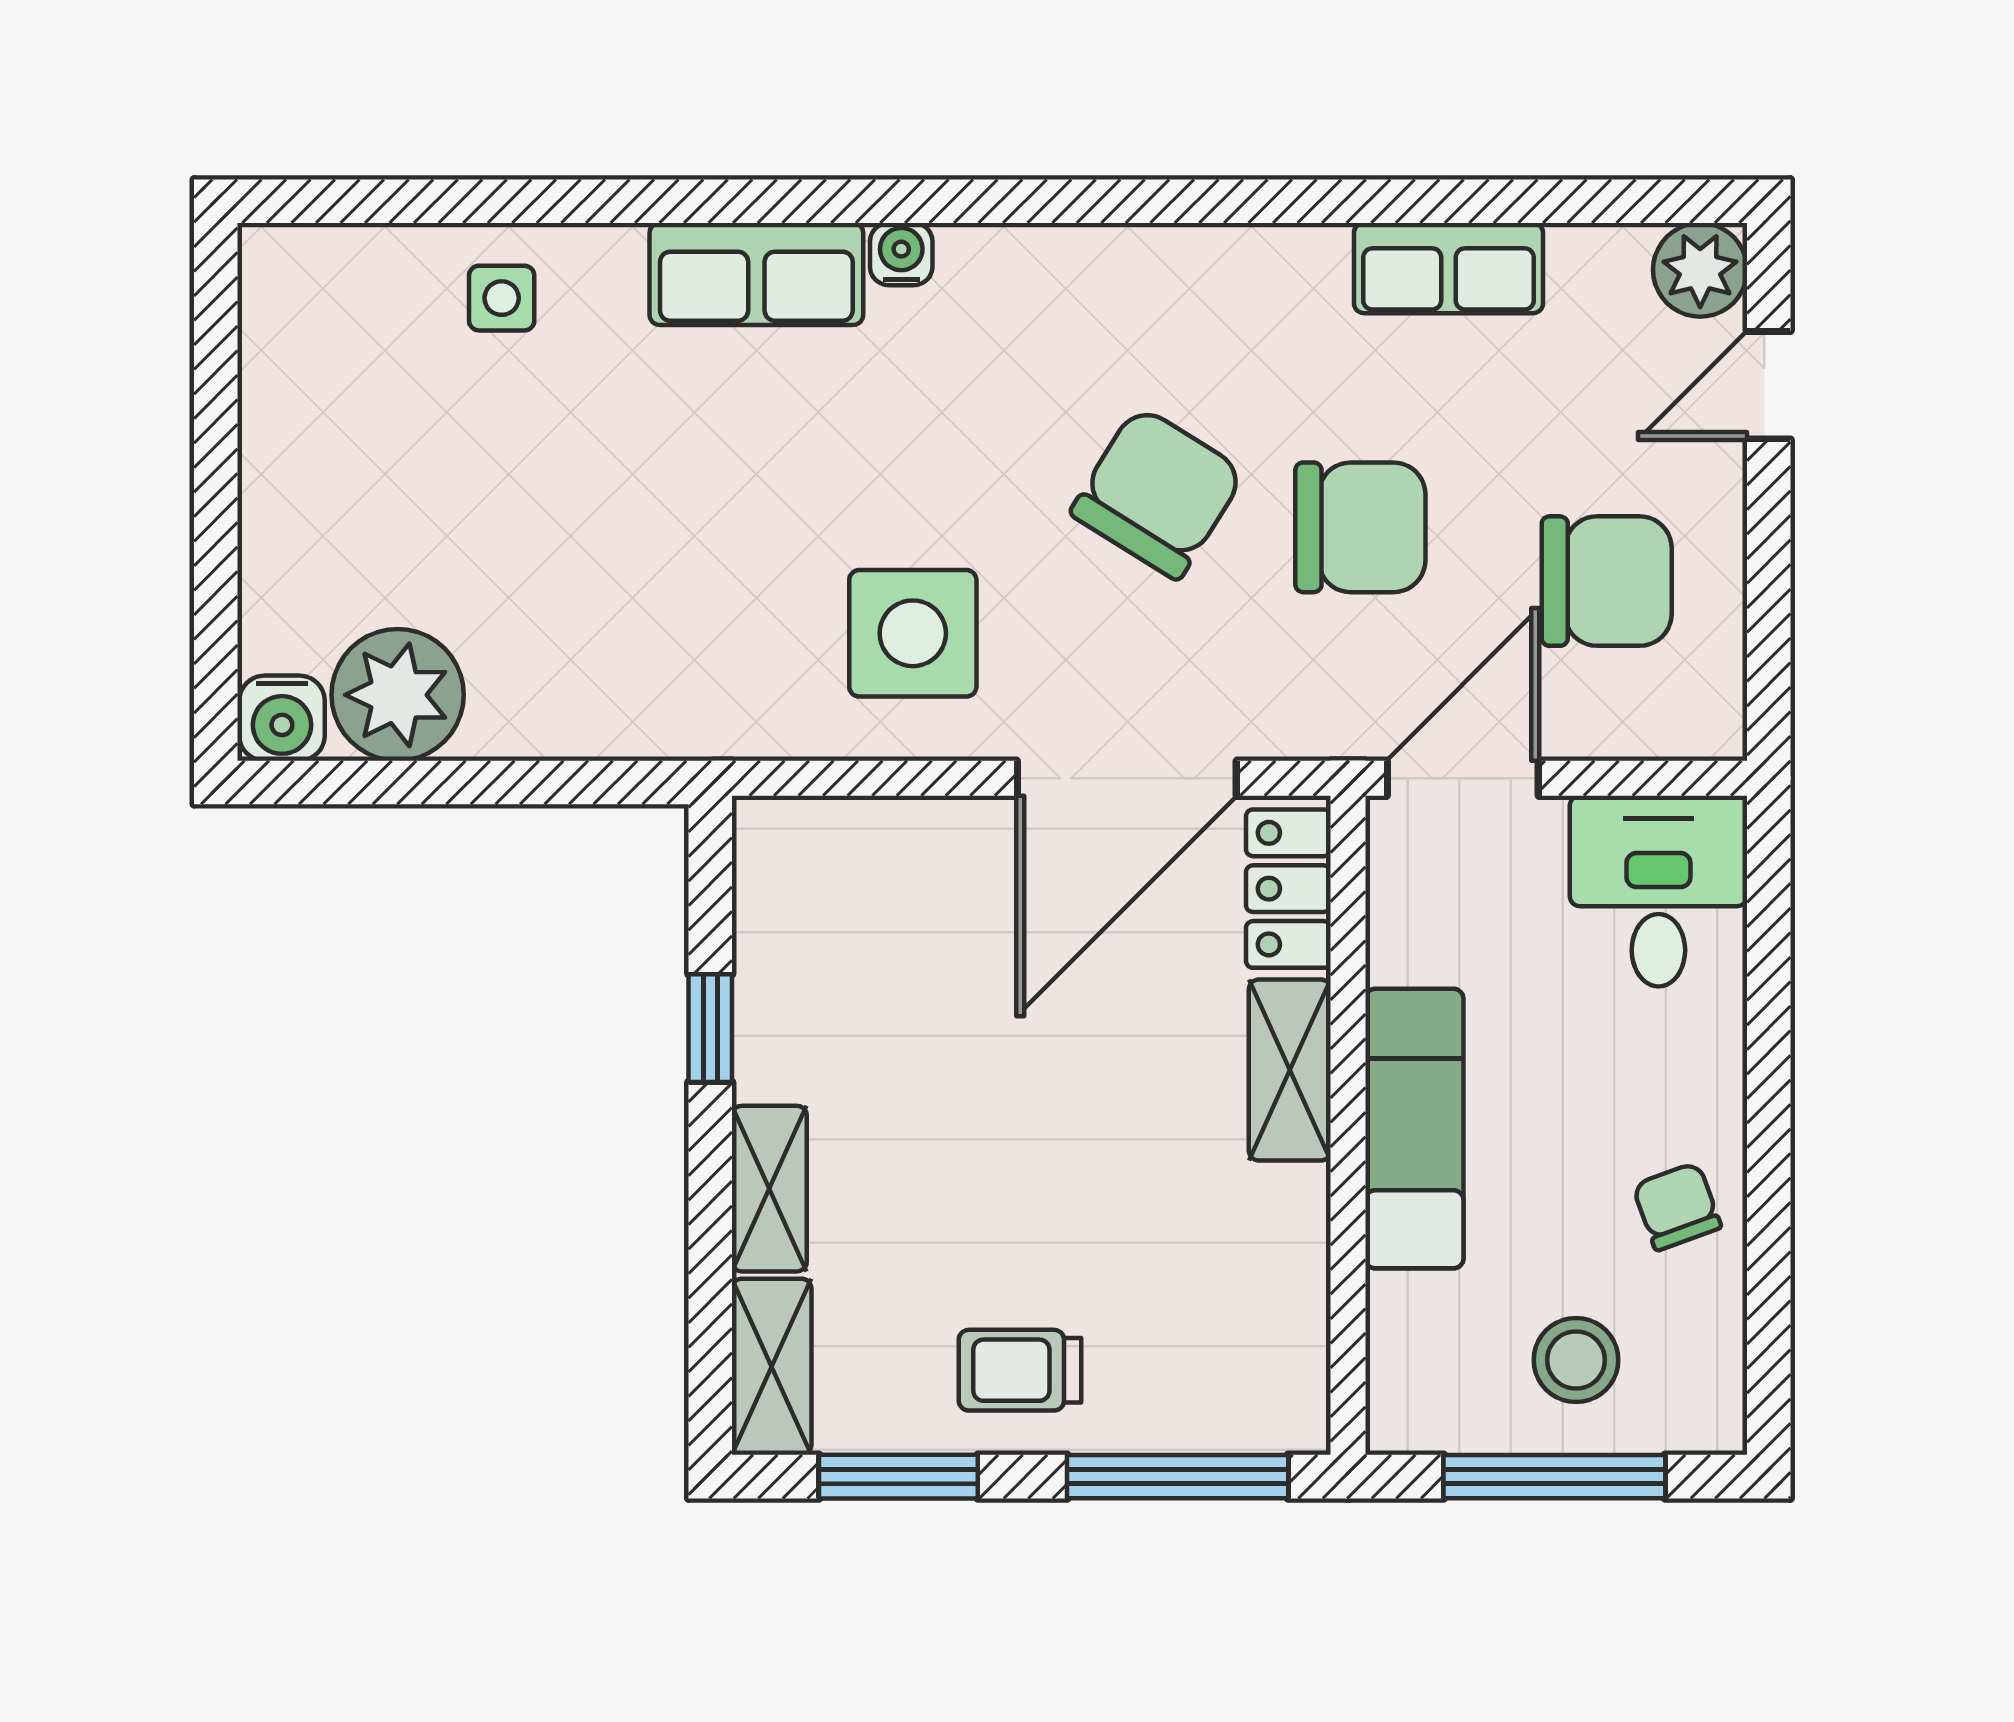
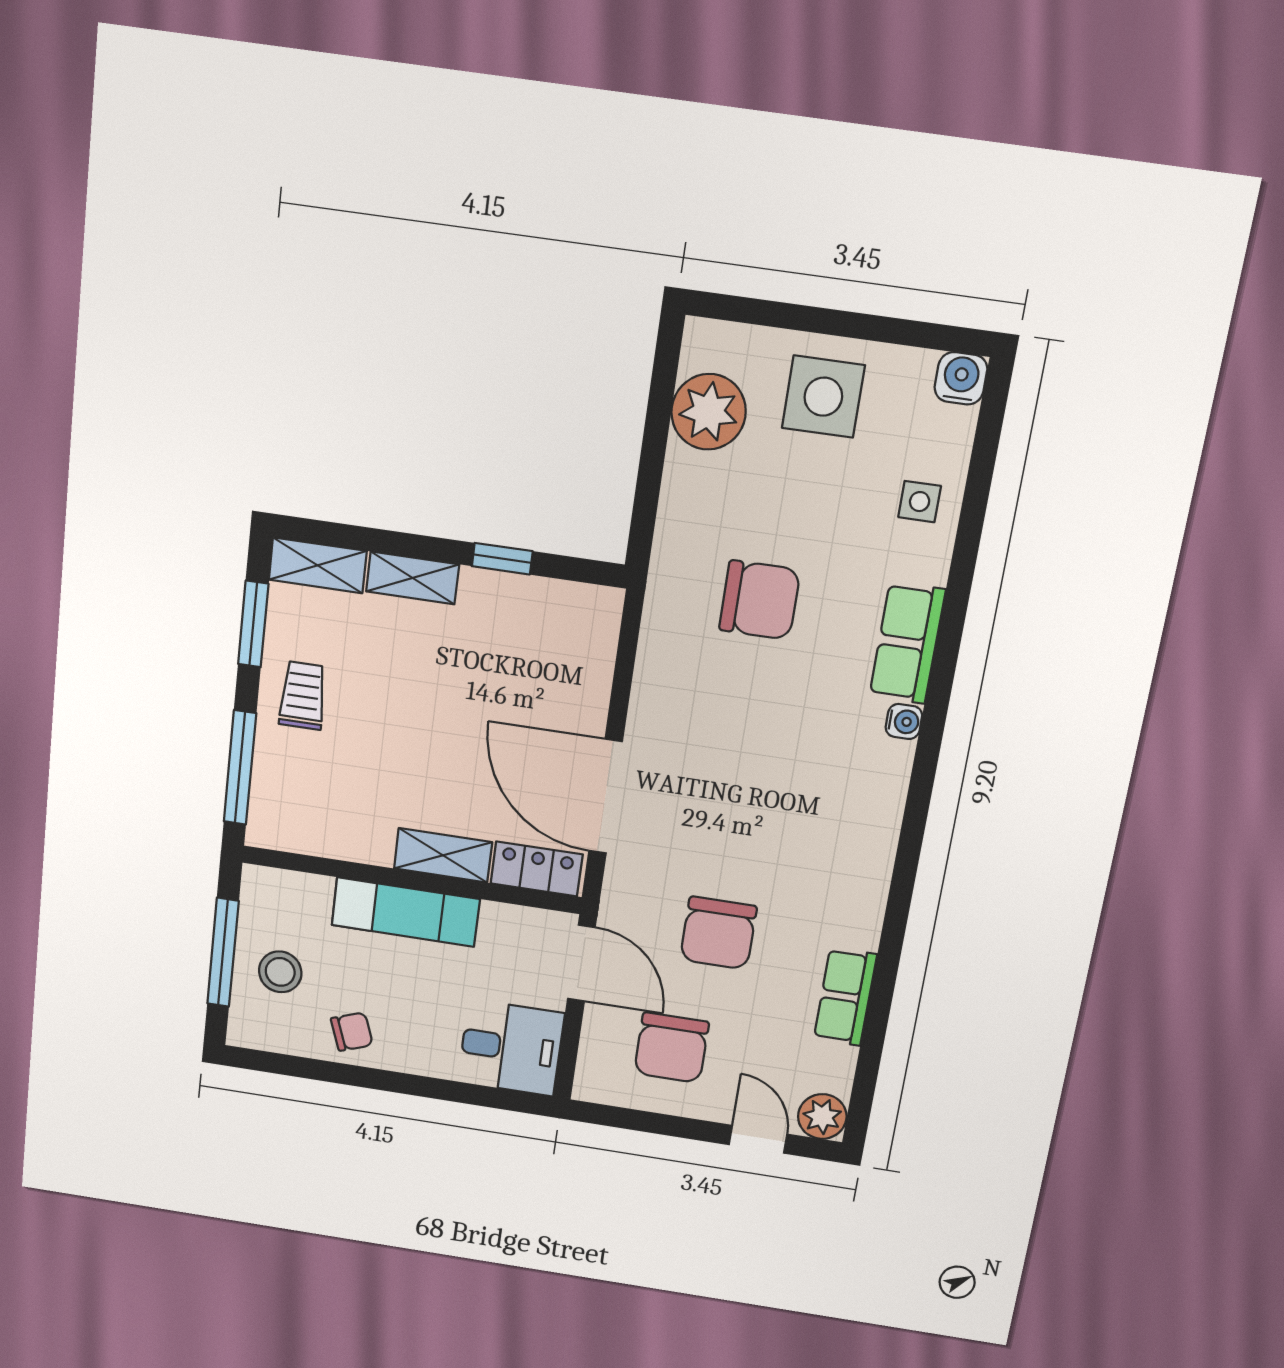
chair: (1158, 493) -> (760, 600), moved, turned -32
side table: (913, 633) -> (823, 397), moved
water cooler: (282, 718) -> (961, 378), moved, turned 90

